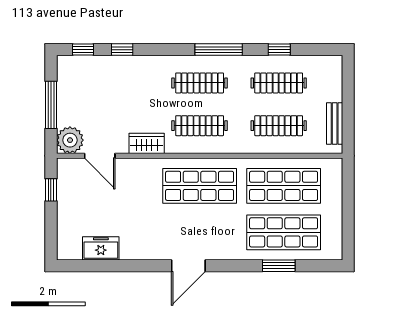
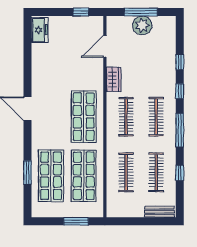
window: (83, 50) -> (180, 91), moved
bench: (335, 123) -> (159, 212), moved
plant: (70, 140) -> (142, 25), moved
window: (348, 197) -> (76, 221), added
freezer: (101, 248) -> (40, 30), moved

